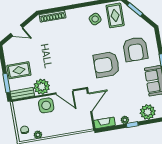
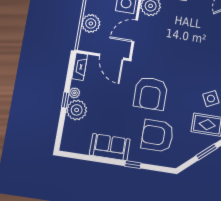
armchair: (106, 65) -> (151, 93), turned 180
plant: (148, 112) -> (77, 110), moved
plant: (70, 126) -> (91, 23), added

